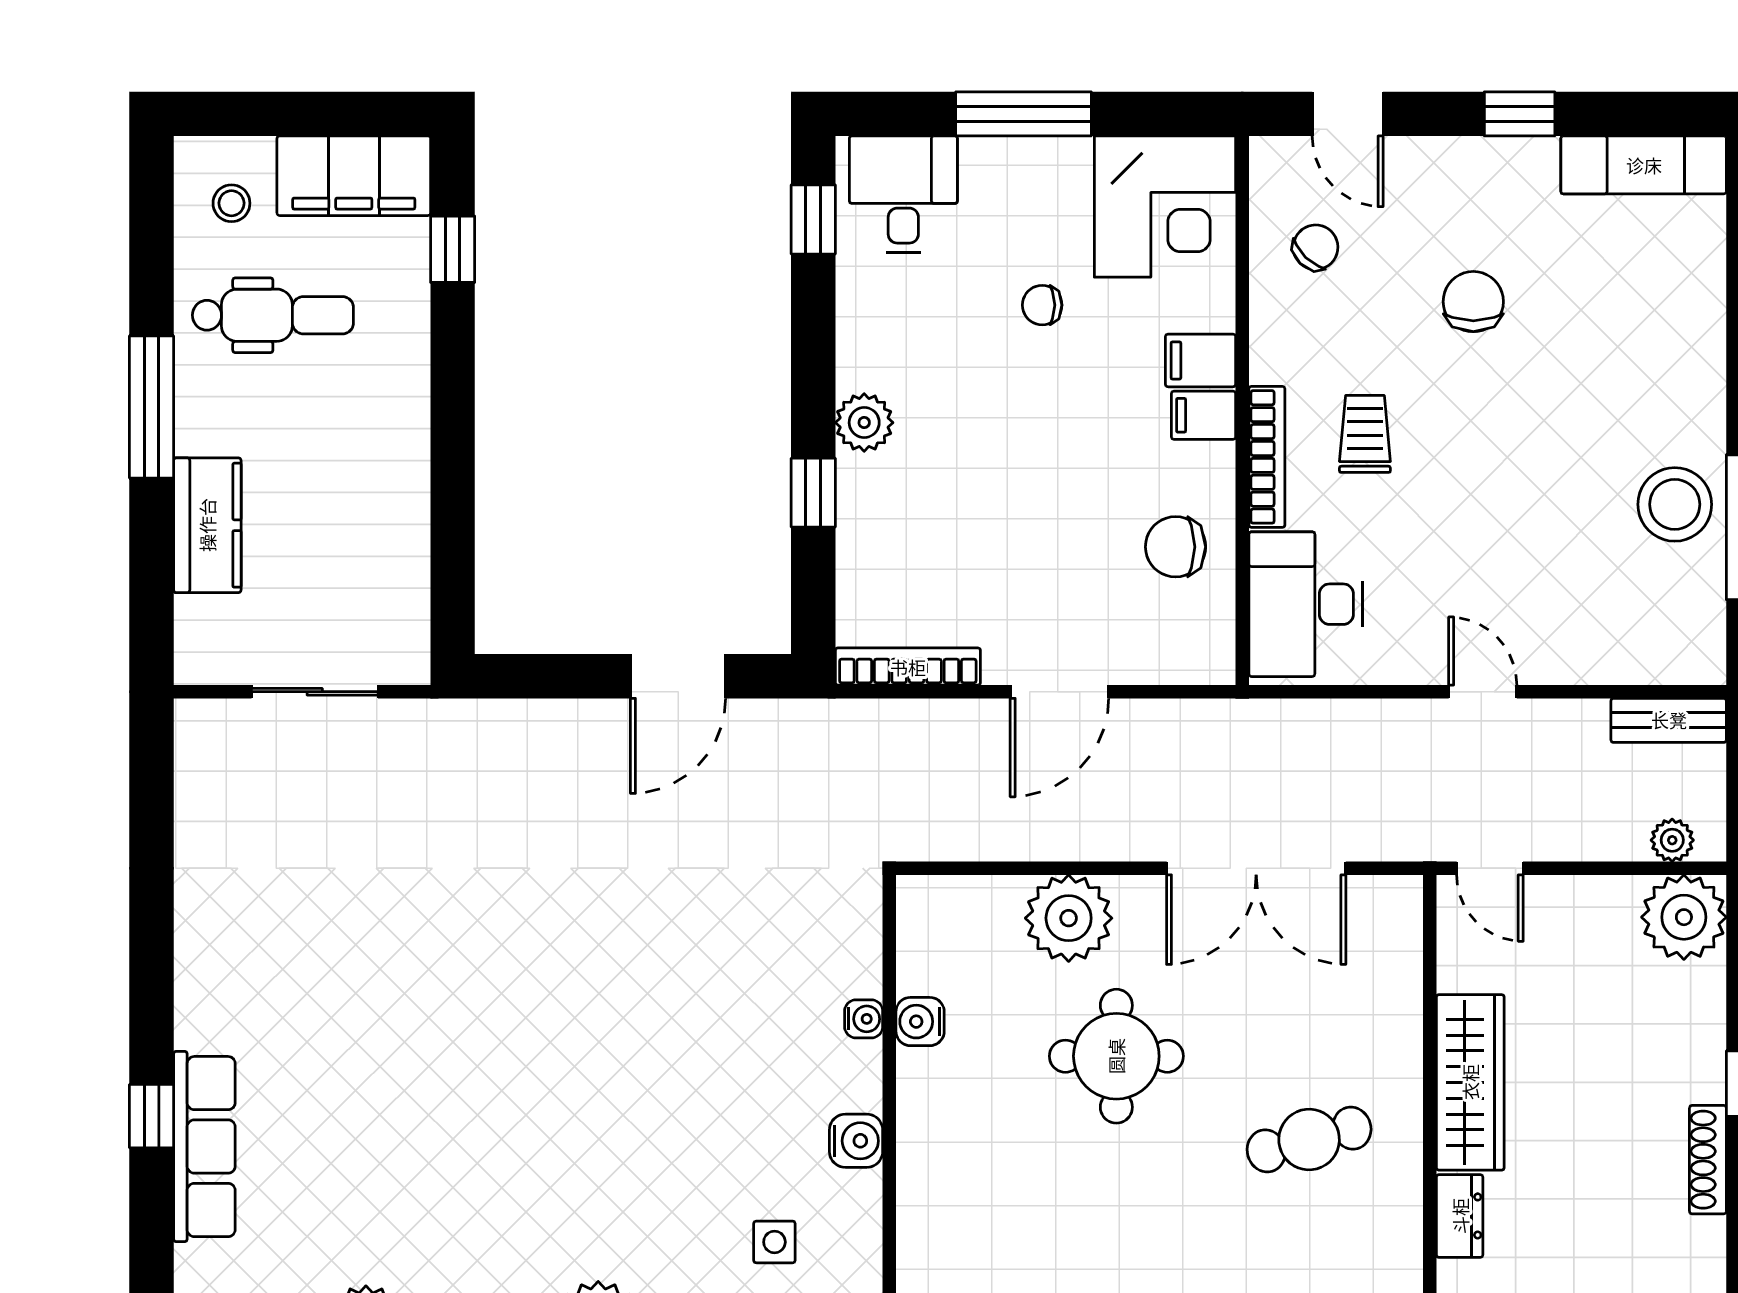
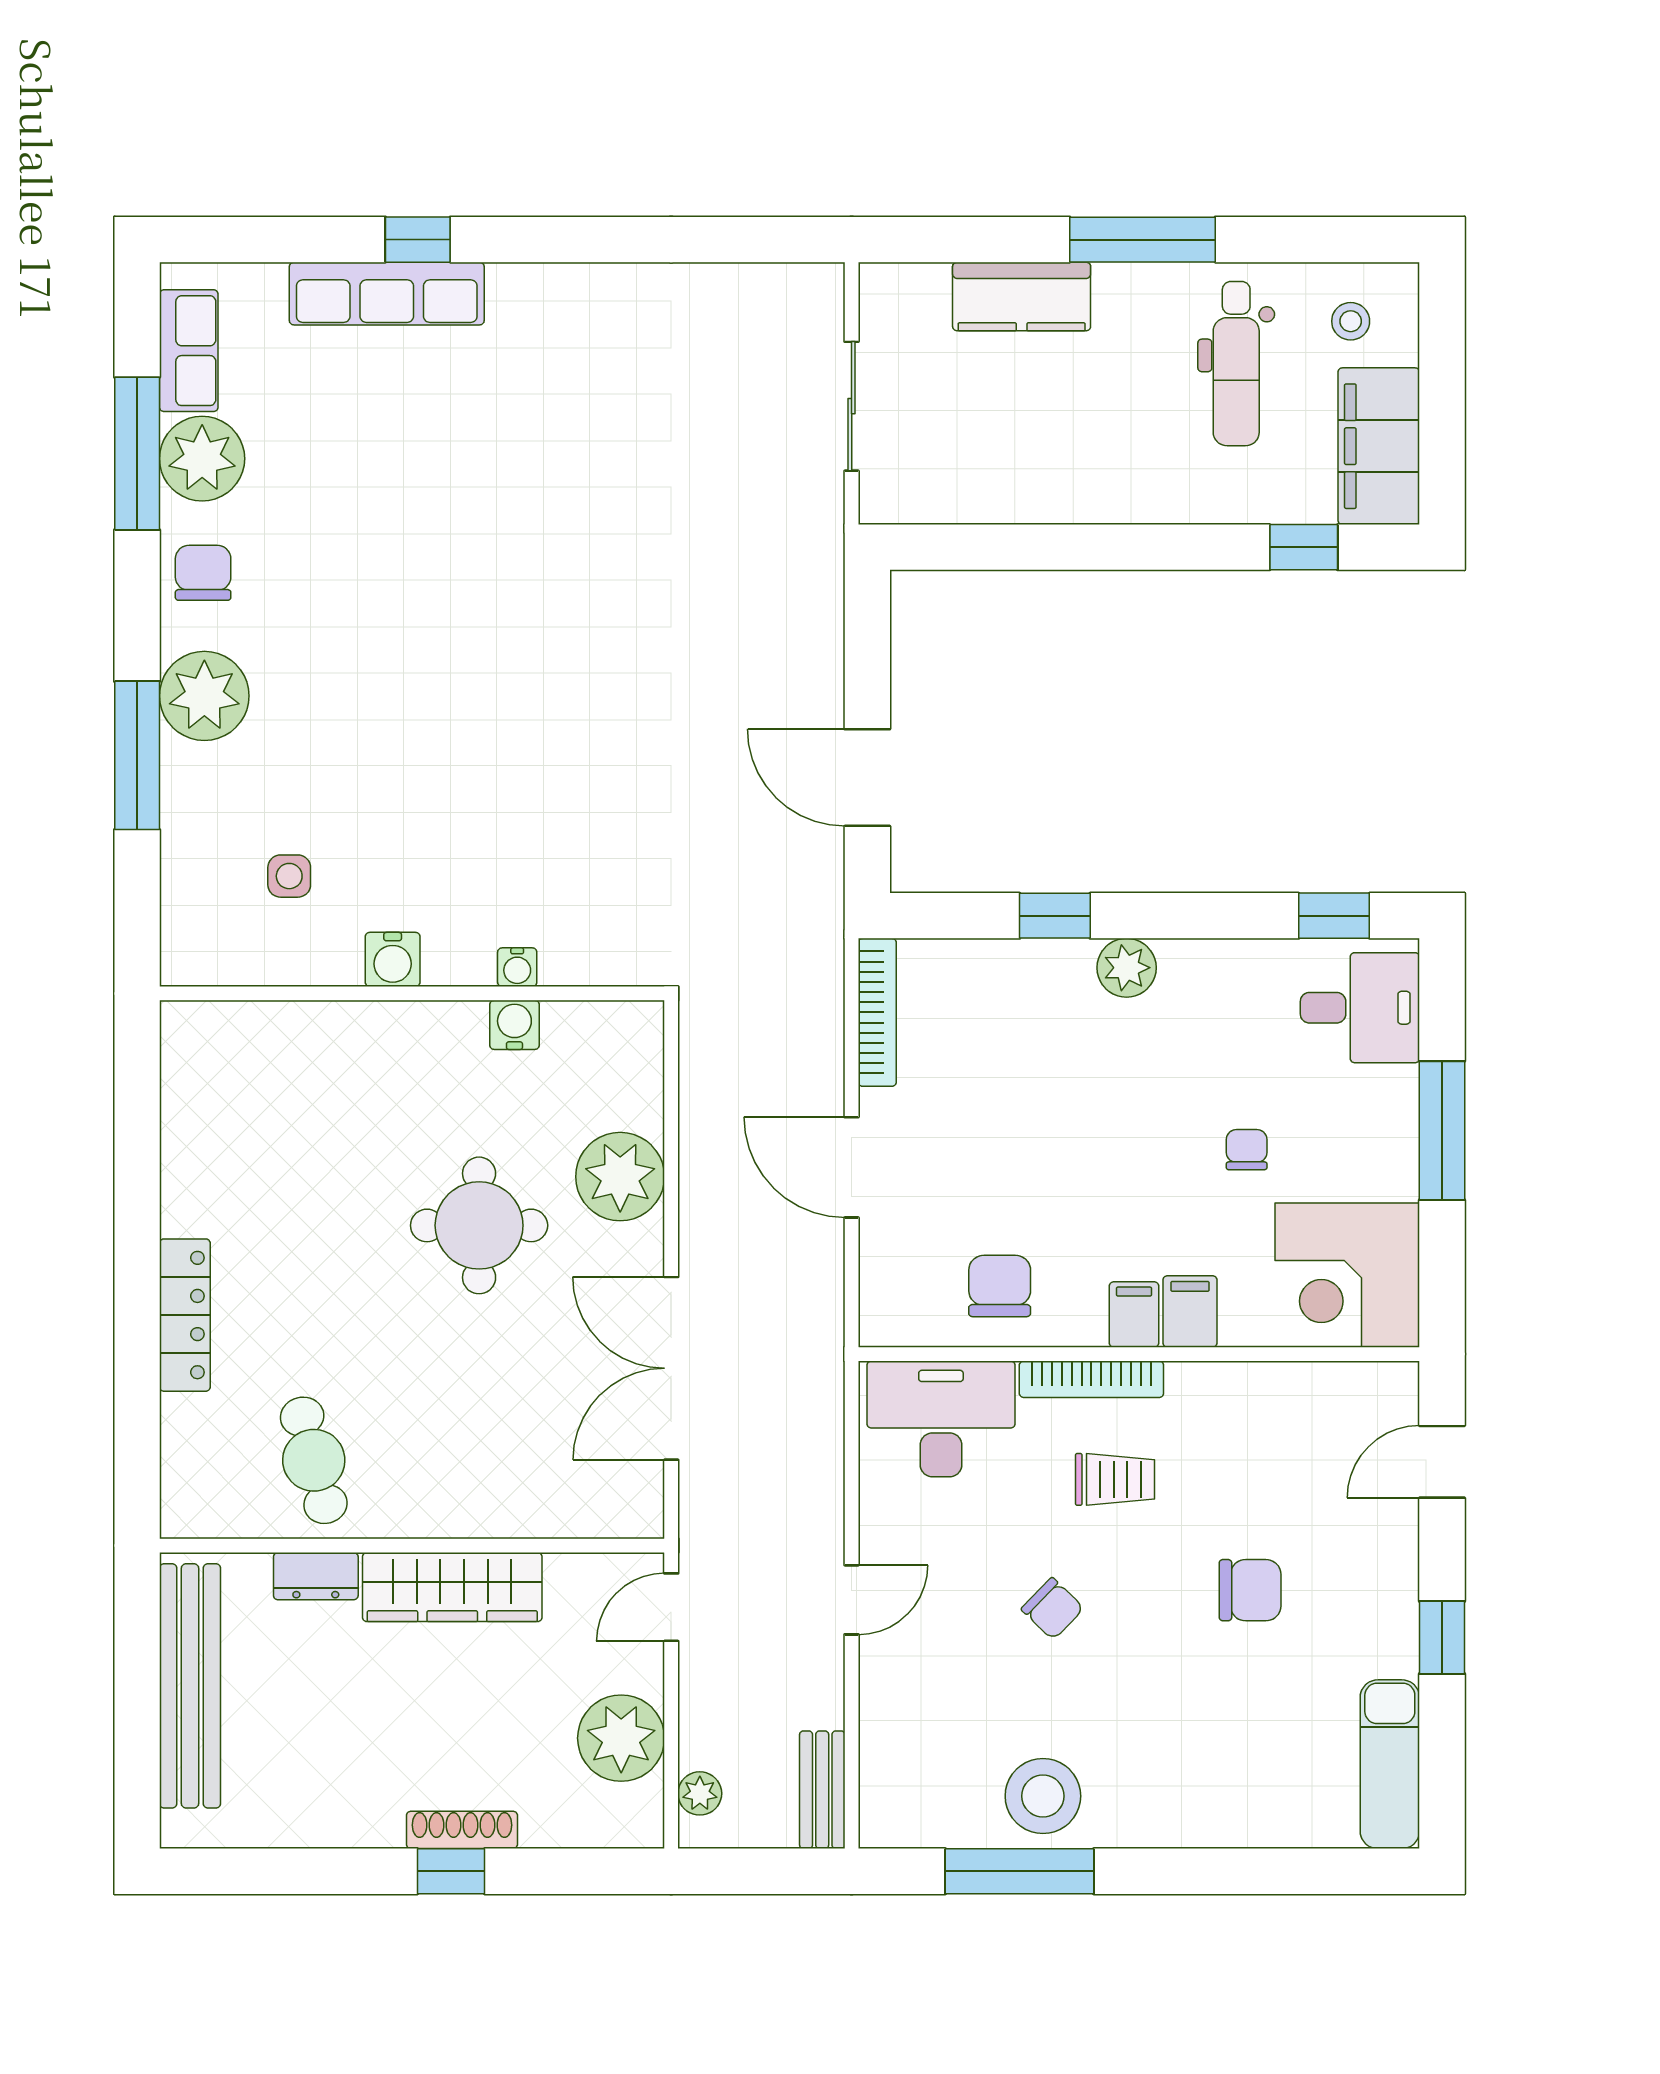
chair: (1316, 247) -> (1053, 1609), moved
plant: (1684, 917) -> (621, 1738), moved
cafe table: (1309, 1139) -> (314, 1460), moved
shoe rack: (1708, 1160) -> (462, 1830), moved

